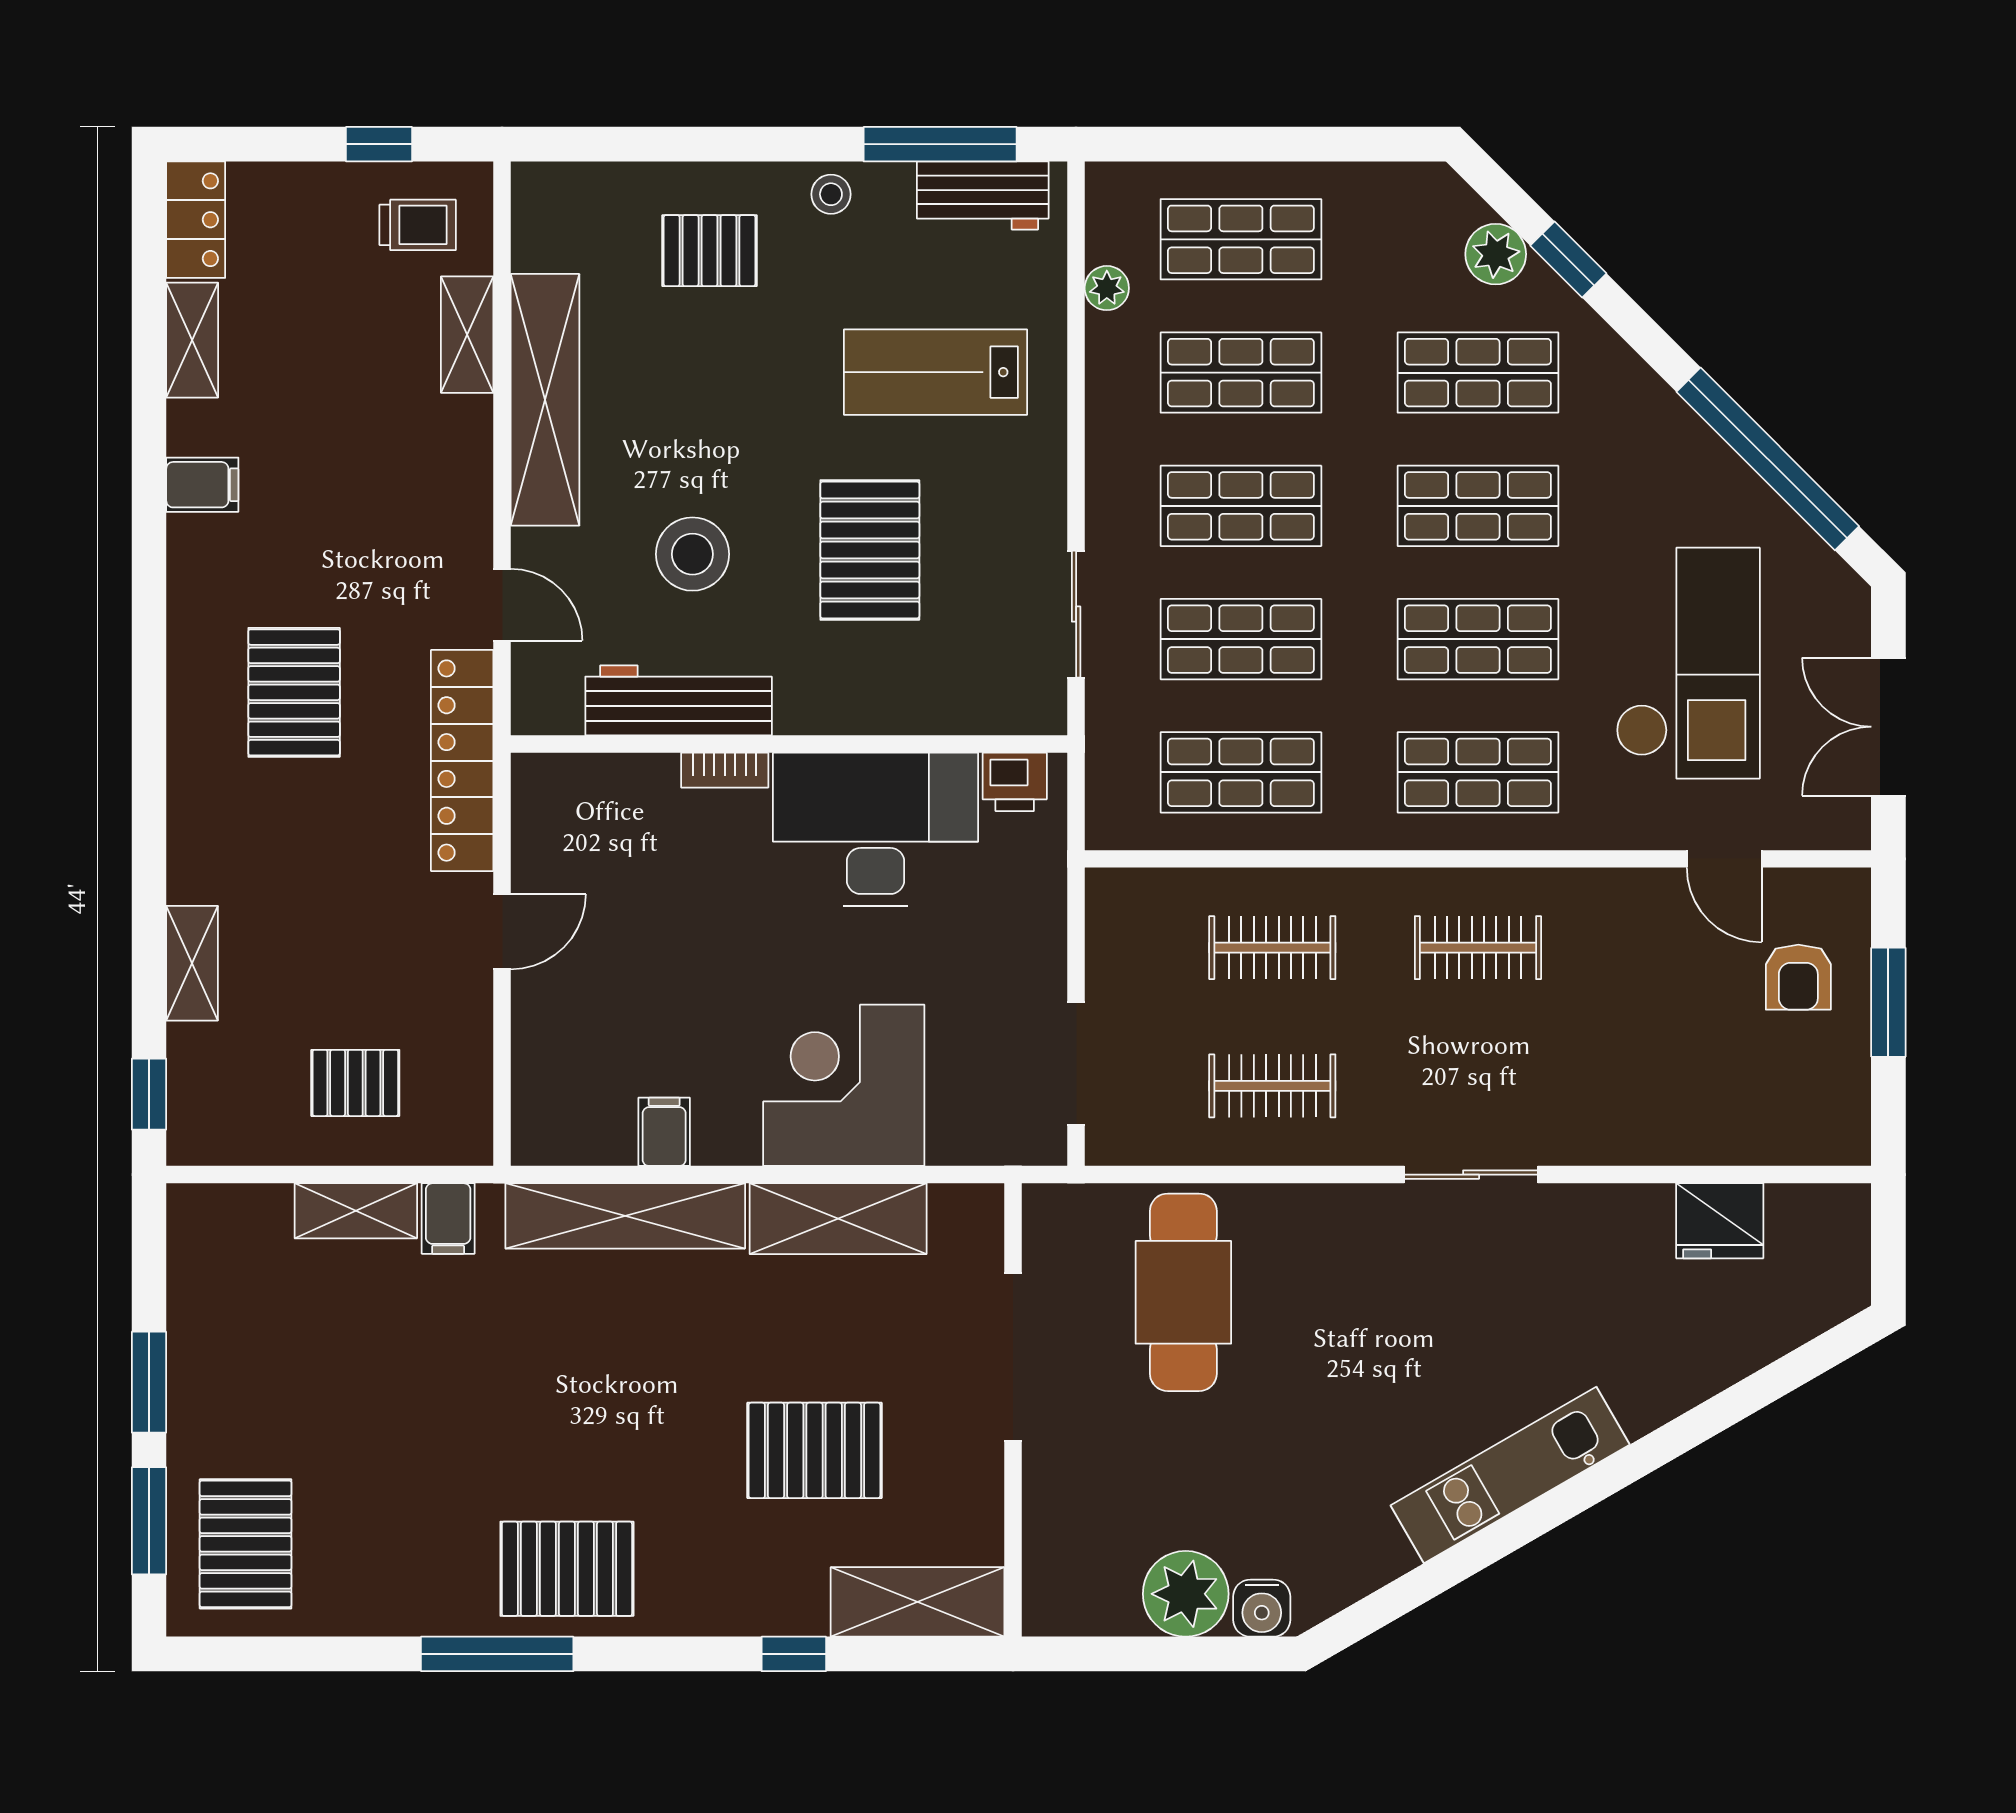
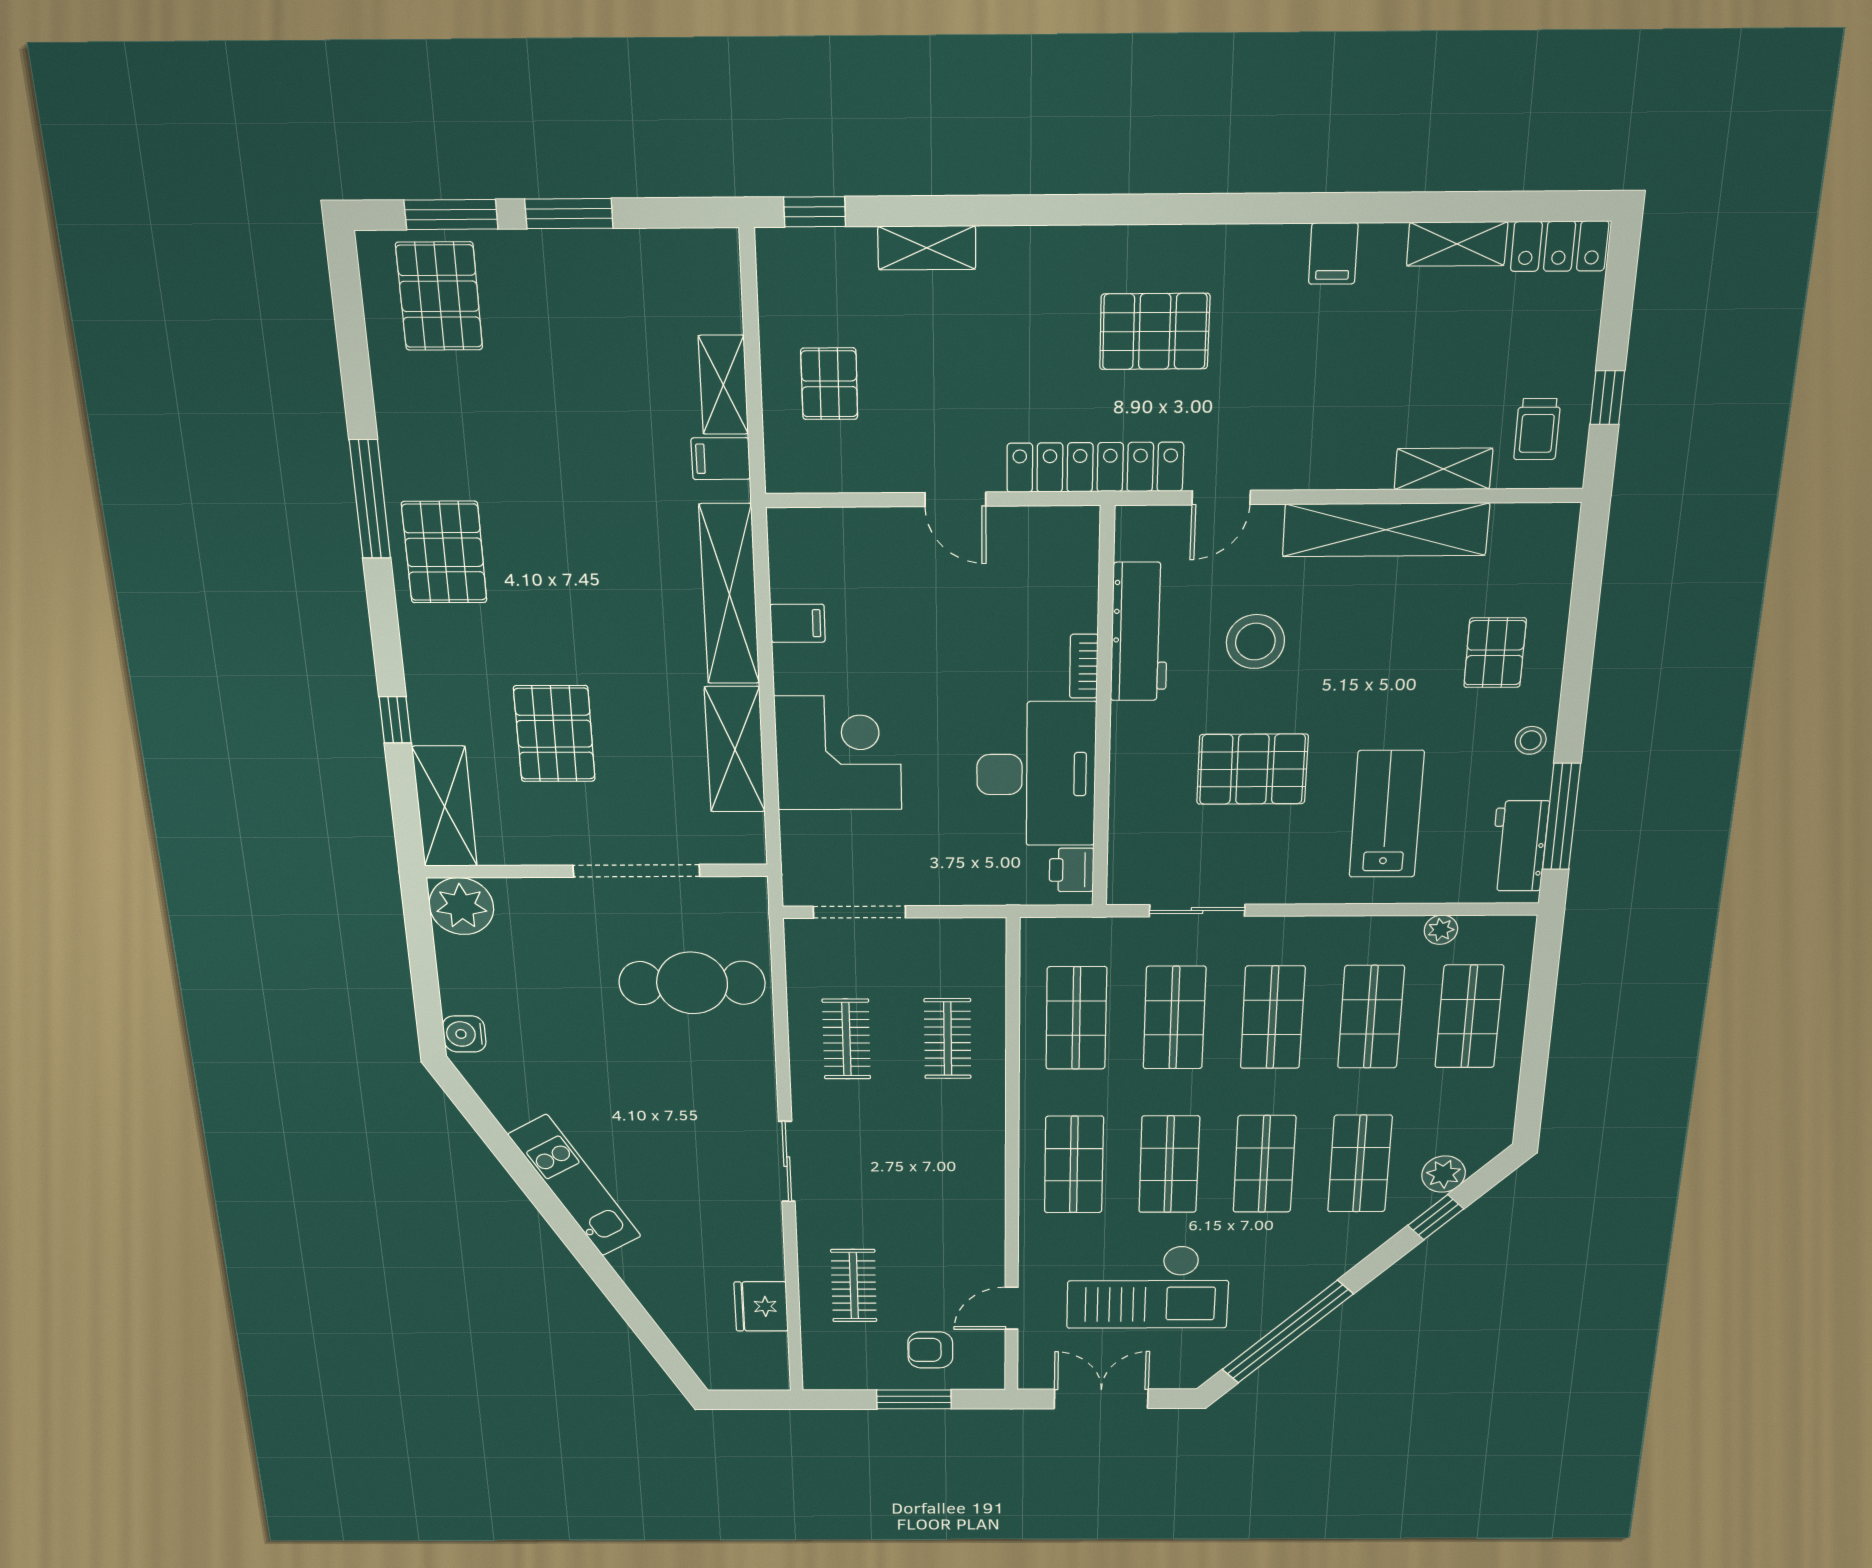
clothes rail: (1478, 948) -> (854, 1286), moved
pallet: (246, 1544) -> (439, 296), turned 90
plant: (1186, 1594) -> (461, 906), moved

